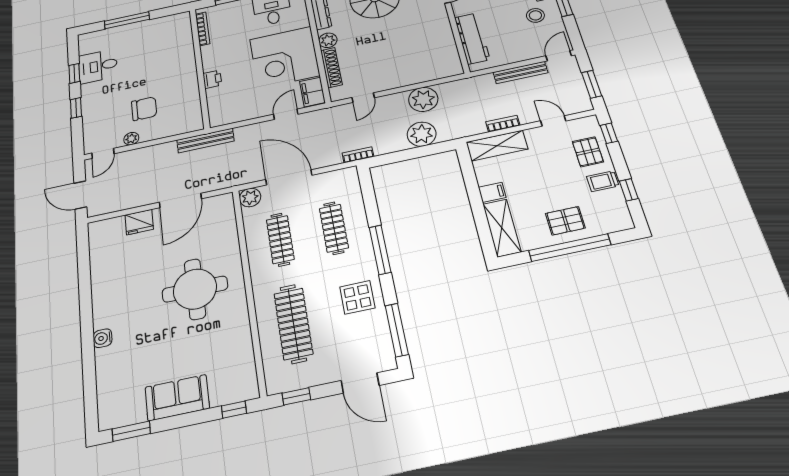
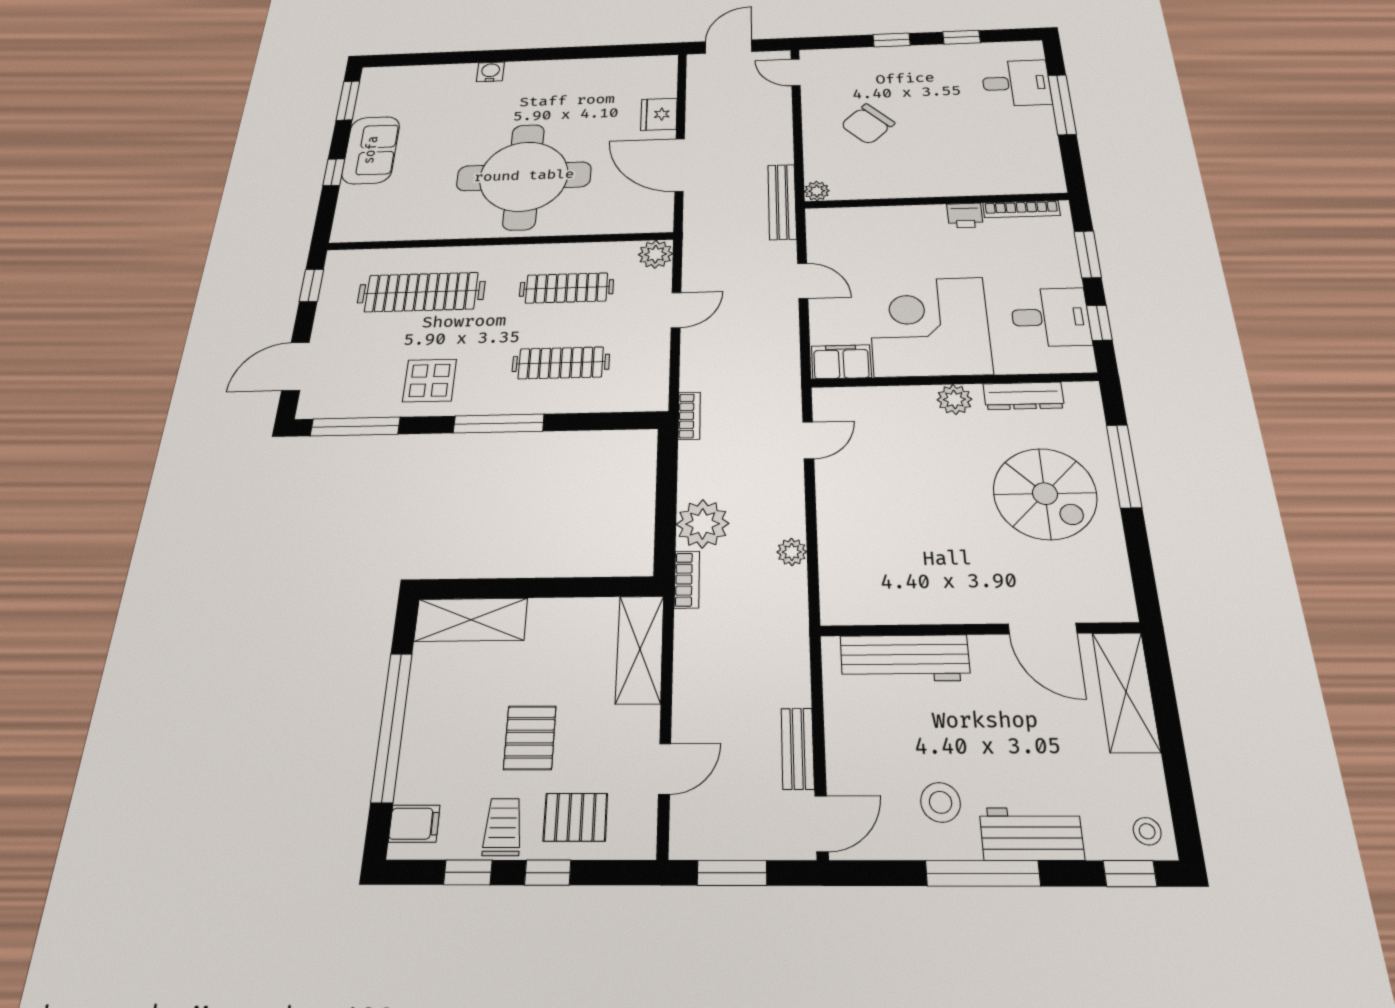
door: (559, 56) -> (822, 824), hinge flipped
desk: (98, 66) -> (1016, 83), moved, turned 90
shoe rack: (331, 68) -> (889, 398), removed
bench: (521, 72) -> (798, 748), width x0.73
printer: (212, 79) -> (965, 215), moved
door: (363, 98) -> (808, 440), swing flipped
plant: (423, 99) -> (792, 552), width x0.53, depth x0.53
chair: (144, 109) -> (868, 124), turned 45
door: (286, 114) -> (803, 281), moved
bookcase: (503, 124) -> (687, 580), moved
window: (609, 133) -> (548, 873), moved
plant: (131, 139) -> (817, 191), moved
door: (289, 177) -> (676, 310), width x0.53
filing cabinet: (492, 192) -> (414, 824), moved, turned -90
pallet: (565, 221) -> (530, 738), moved
round table: (195, 289) -> (524, 176), width x1.36, depth x1.36
window: (234, 410) -> (334, 172), moved

